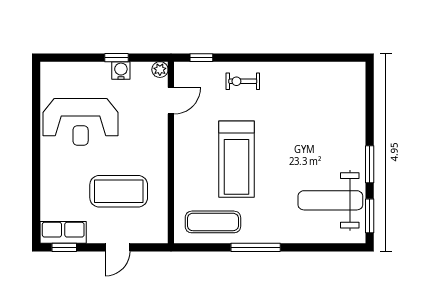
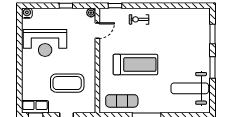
water cooler: (121, 70) -> (27, 13), moved
treadmill: (237, 159) -> (135, 65), turned -90
window: (370, 216) -> (213, 34), moved

